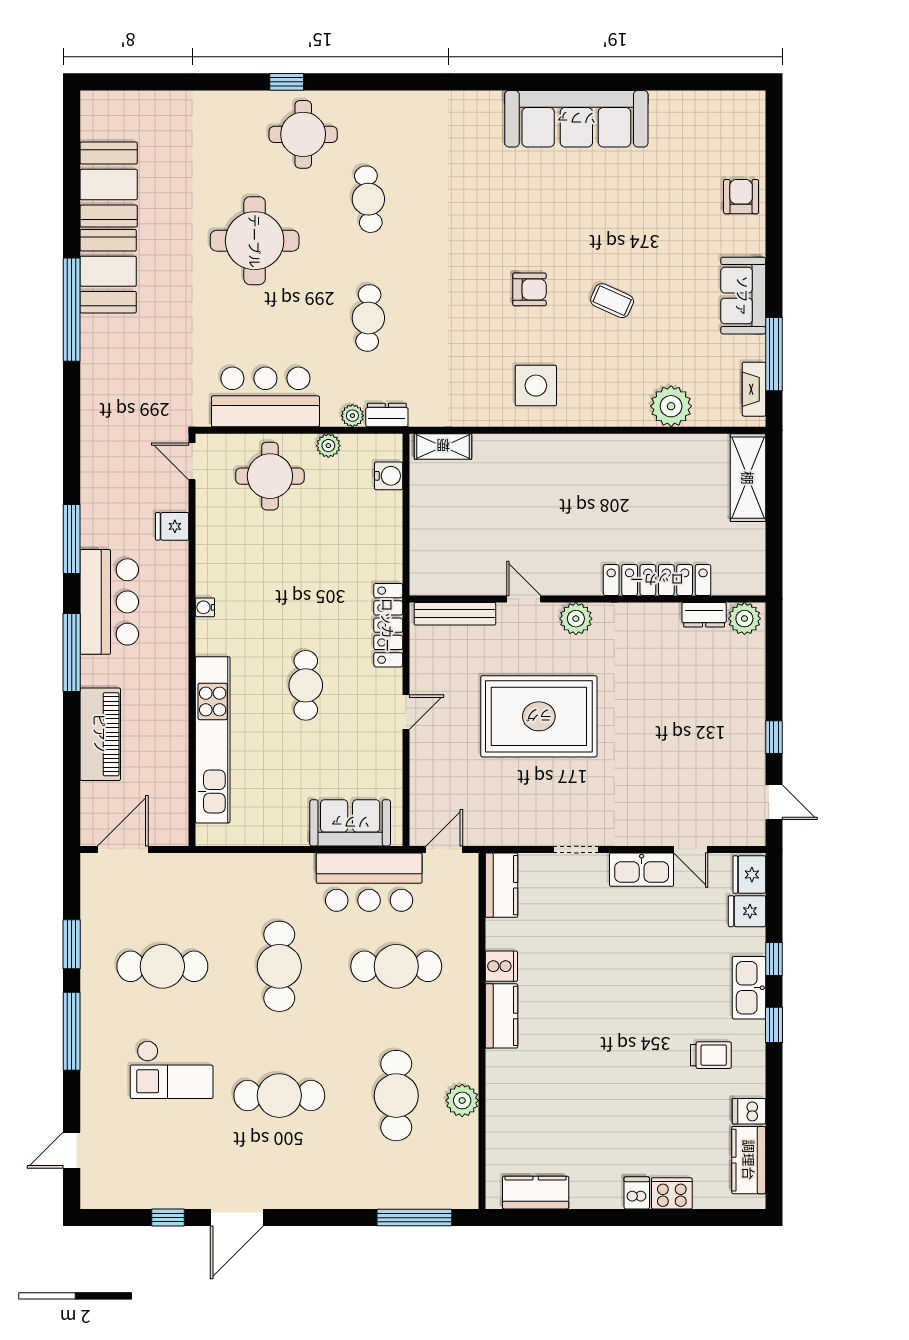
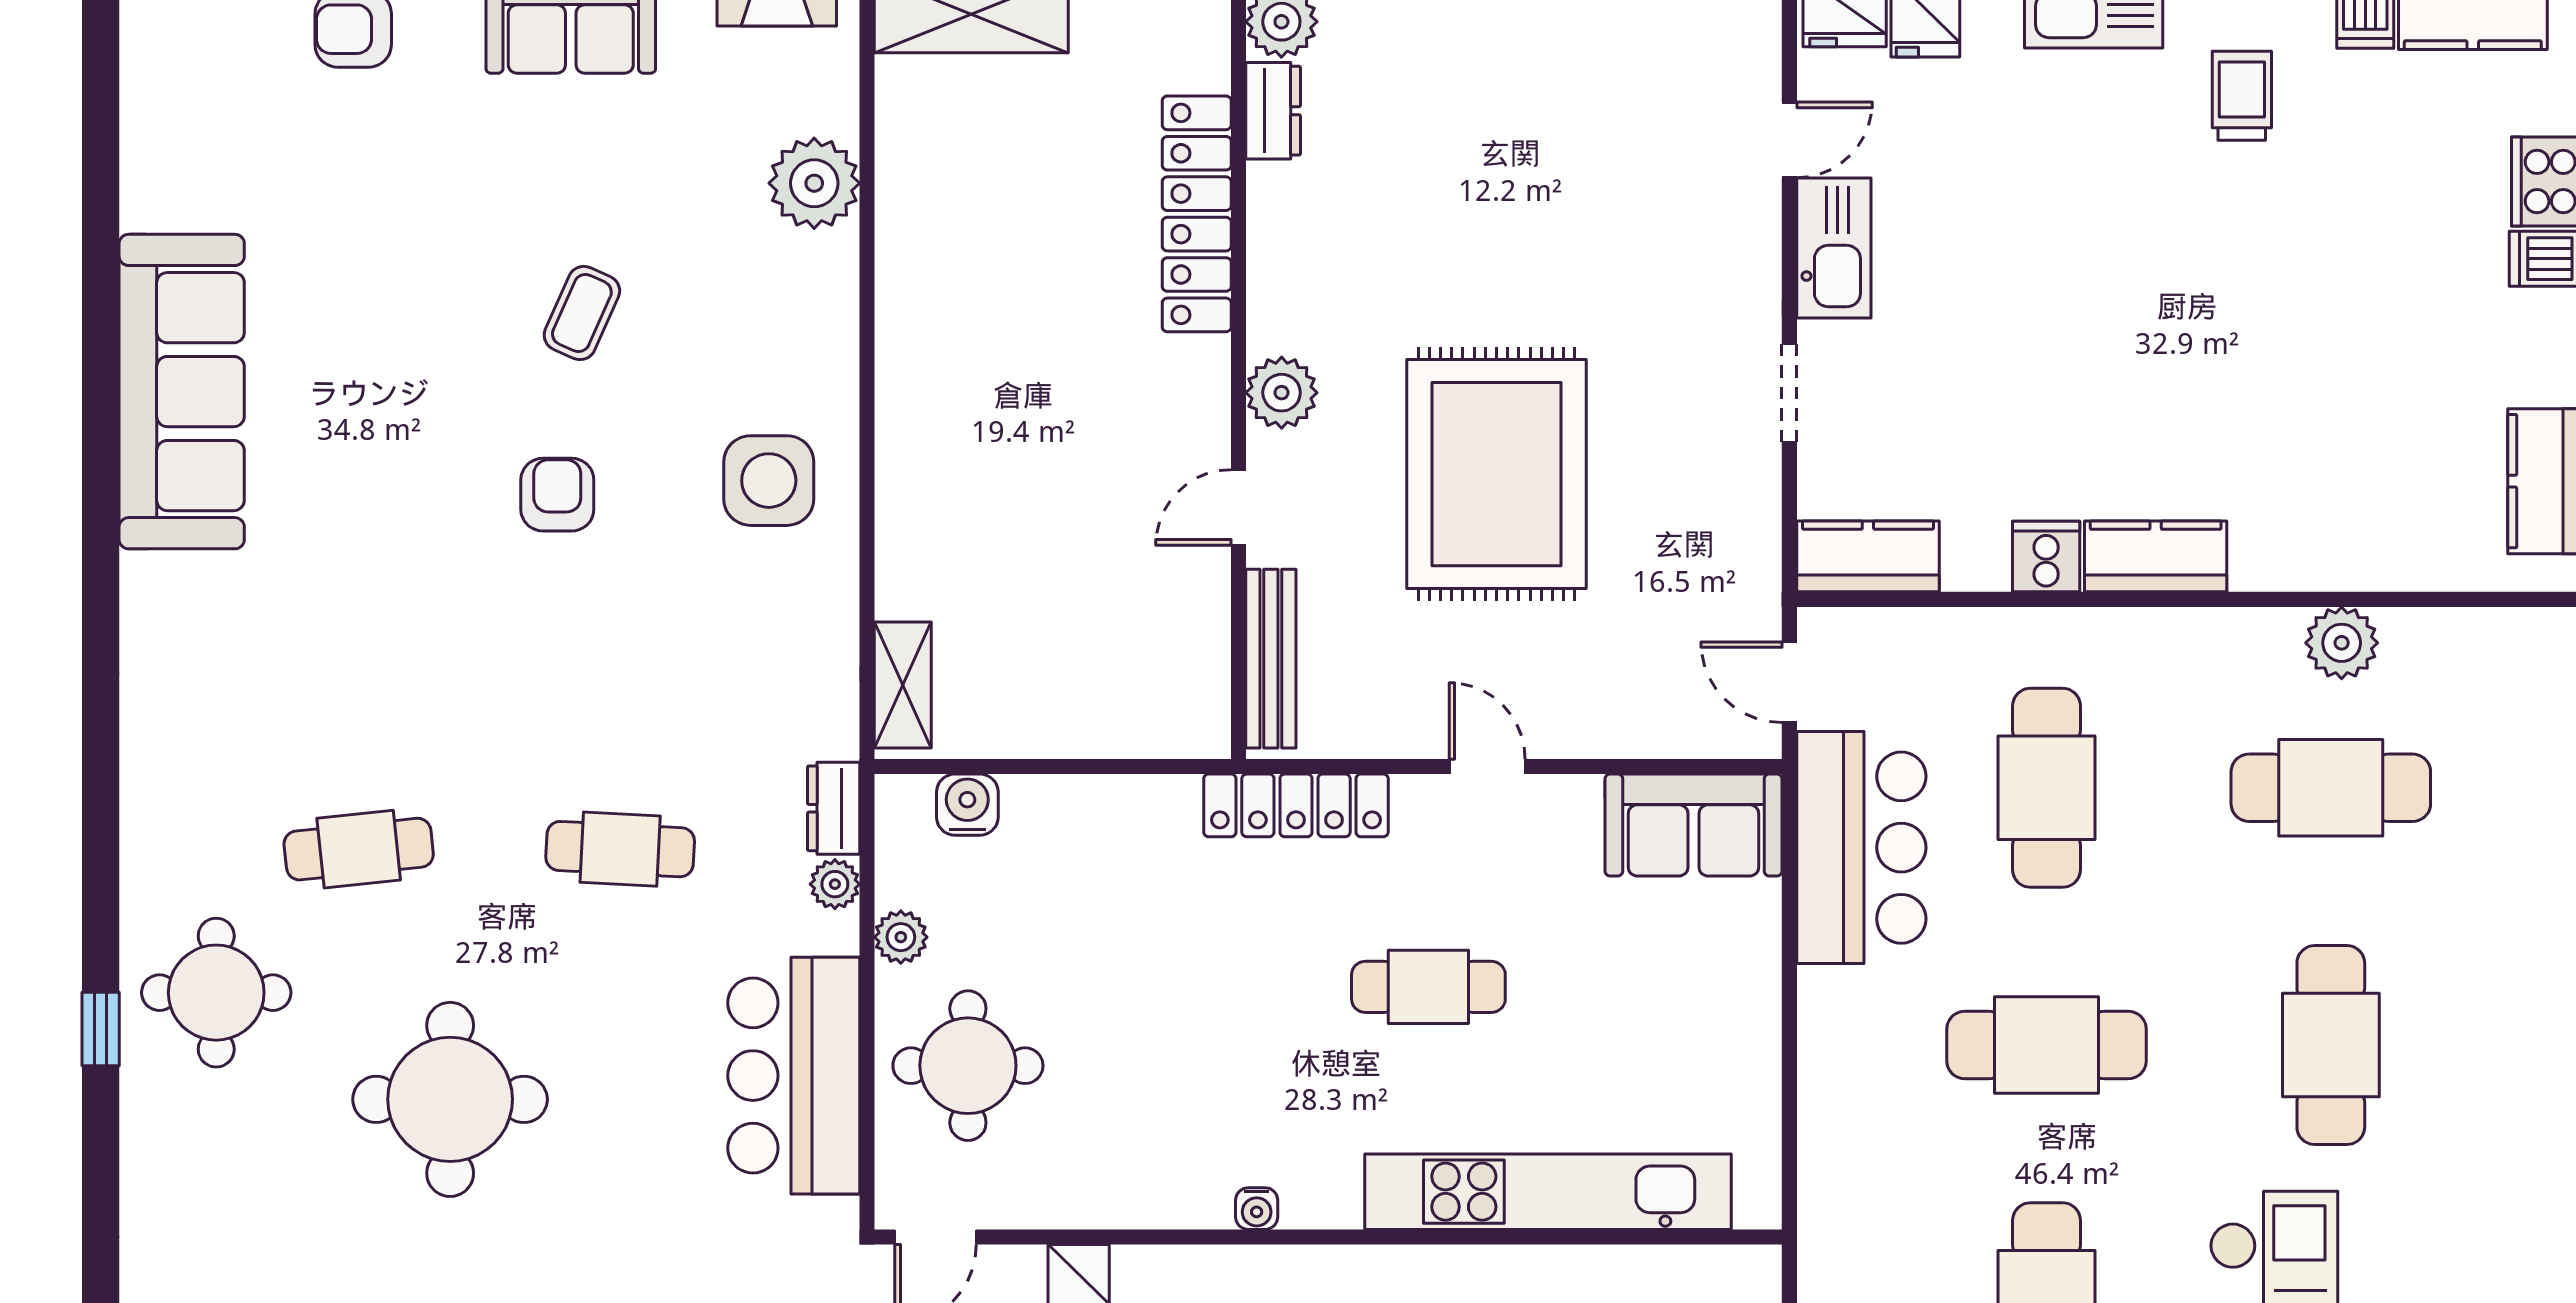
sofa: (350, 823) -> (1694, 825), moved, turned -90

